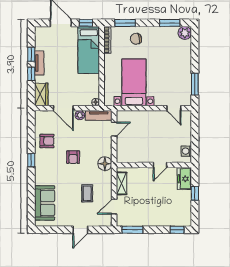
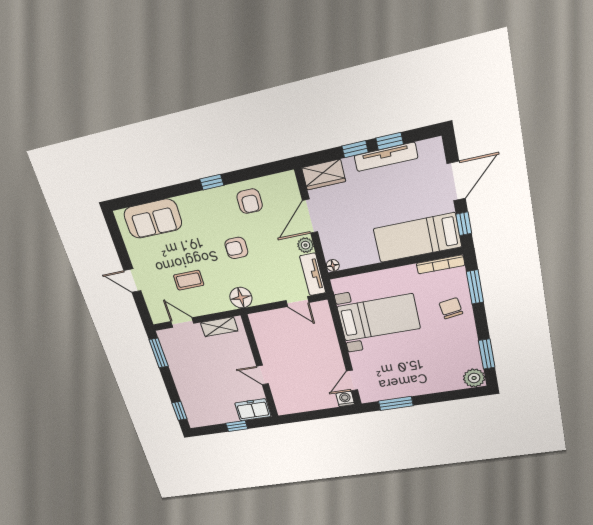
tv unit: (39, 63) -> (386, 157), width x1.41
washing machine: (186, 151) -> (345, 399), moved

